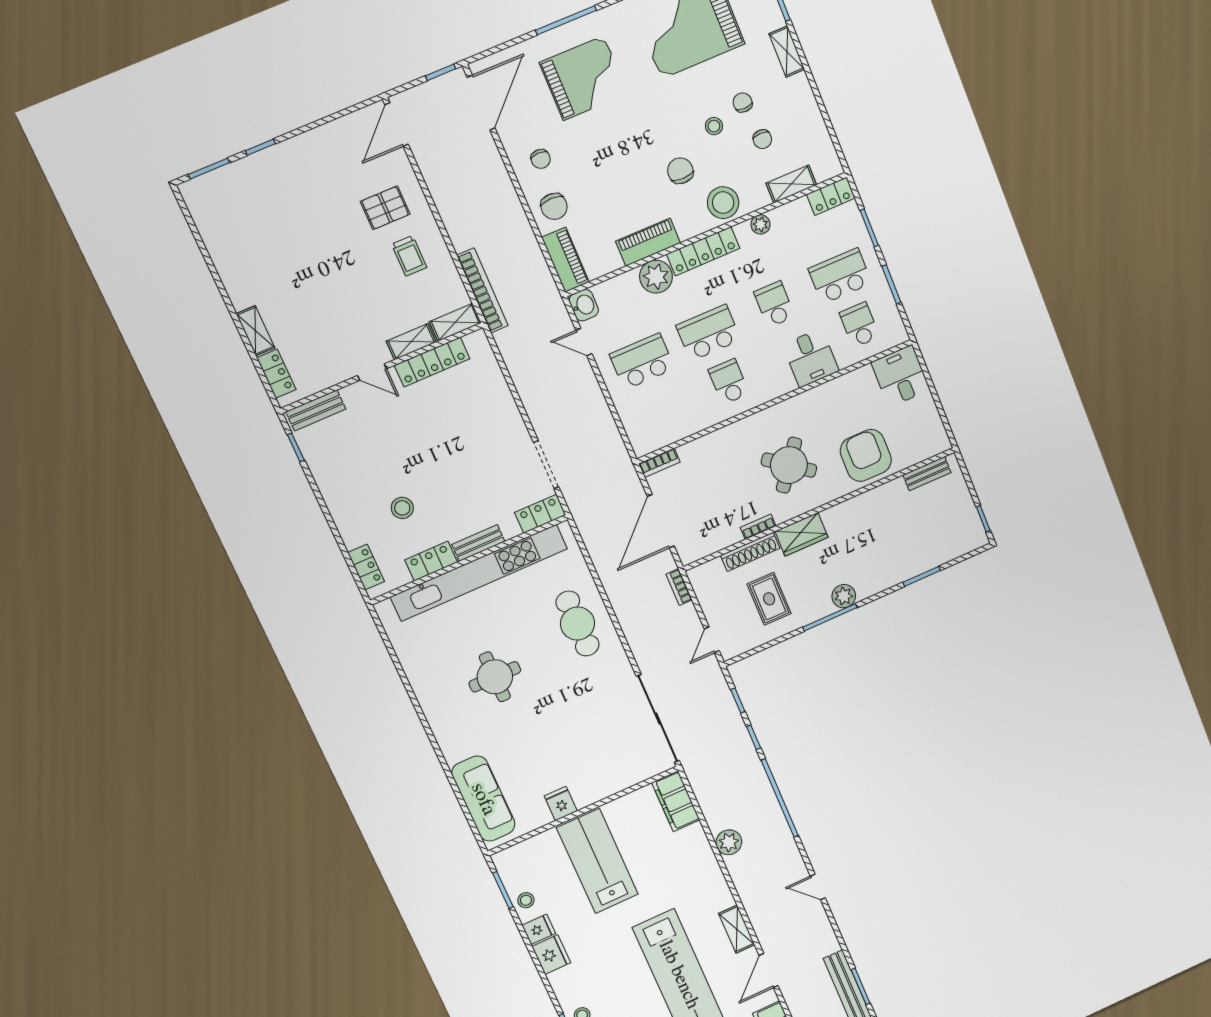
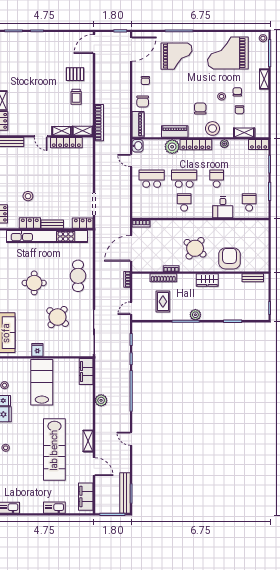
school desk: (840, 276) -> (249, 179), removed
desk: (901, 376) -> (258, 231), removed
wardrobe: (802, 534) -> (207, 280), moved
round table: (572, 722) -> (58, 317), added
door: (769, 971) -> (94, 467), swing flipped

